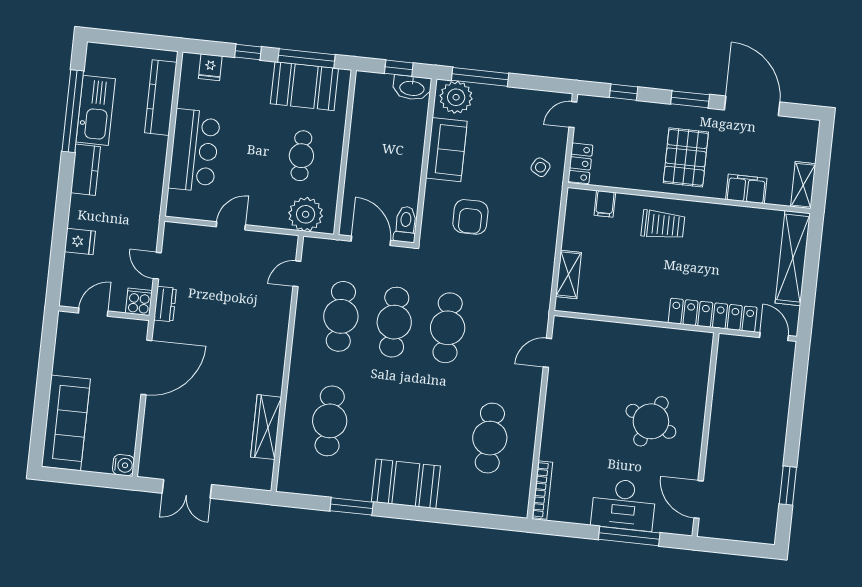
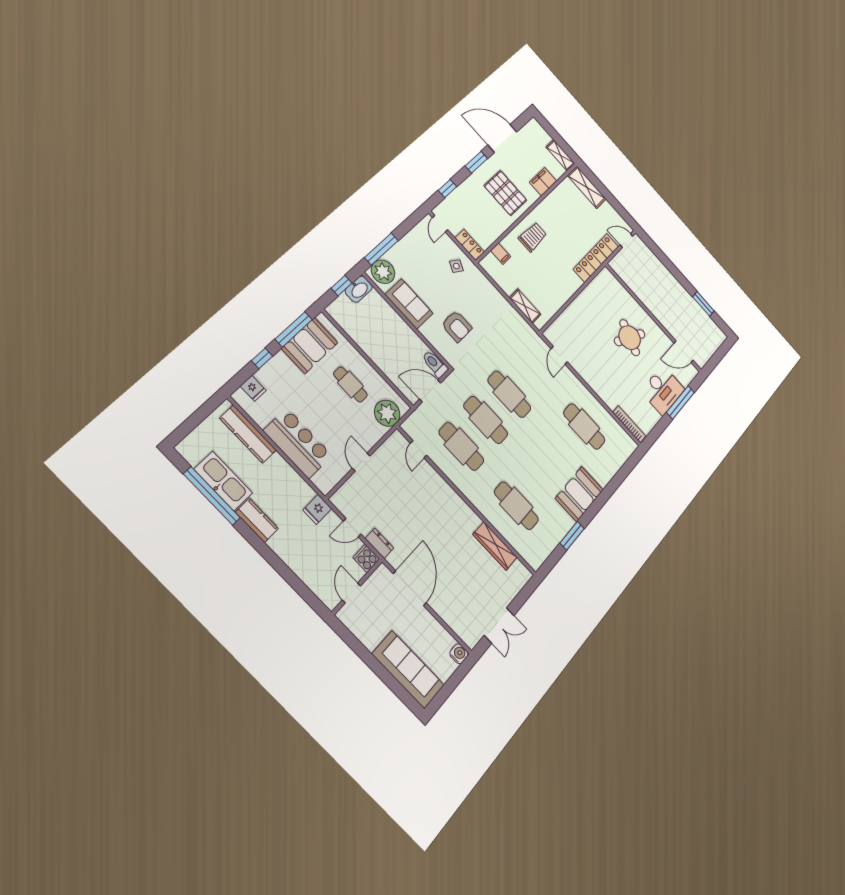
fridge: (80, 241) -> (317, 509), moved, turned 180
shelving: (793, 258) -> (587, 187), width x0.68

